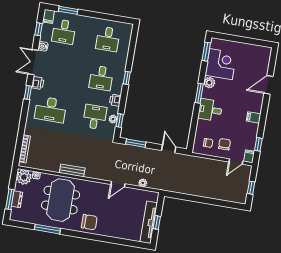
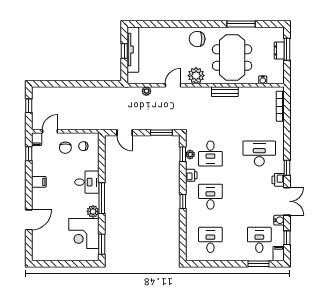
window: (199, 93) -> (102, 198), width x1.44
plant: (24, 177) -> (196, 76), moved

